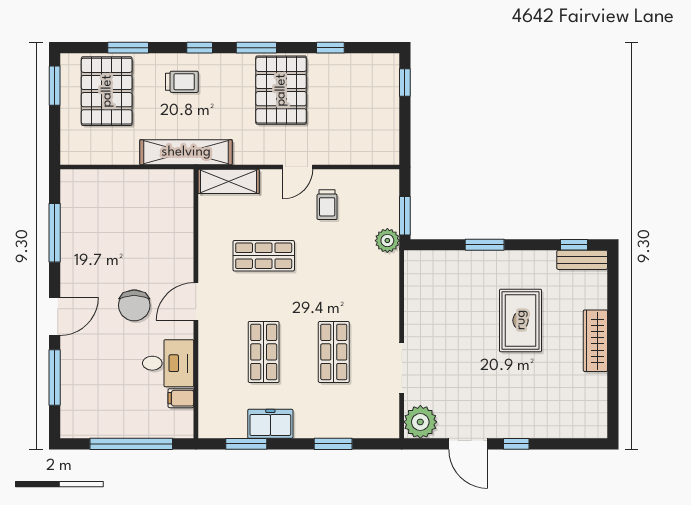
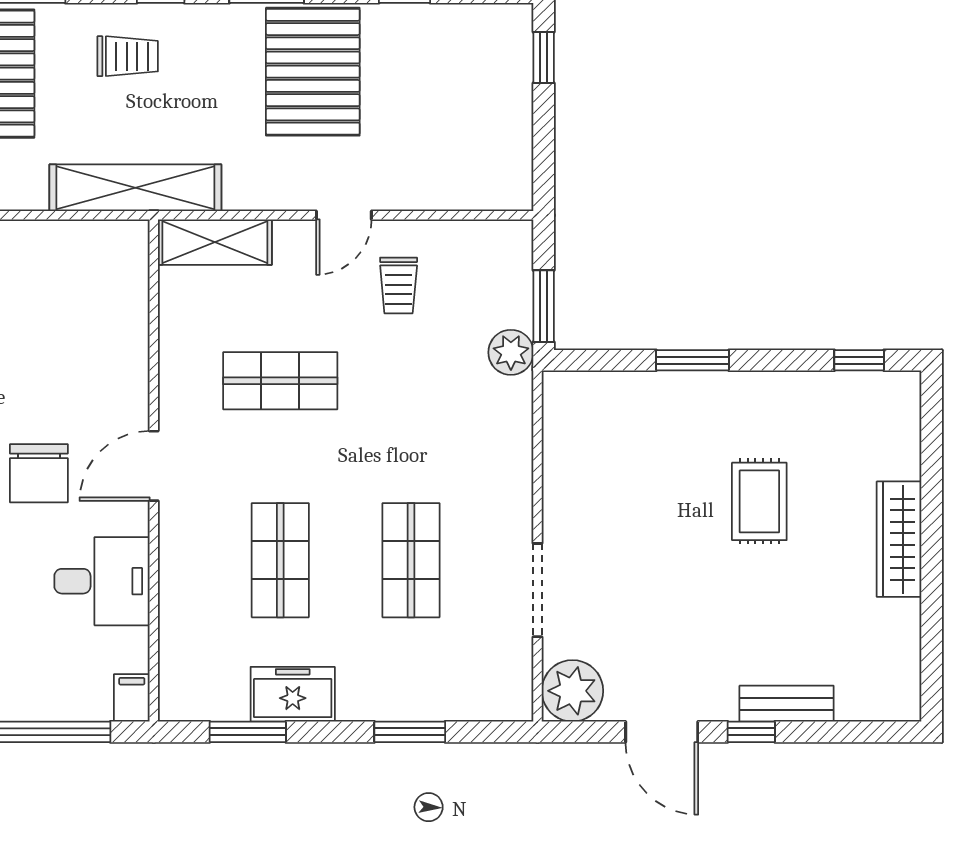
bench: (582, 260) -> (787, 704), moved
rug: (521, 320) -> (759, 501), width x0.73, depth x0.70
filing cabinet: (181, 398) -> (132, 698), moved, turned 90

